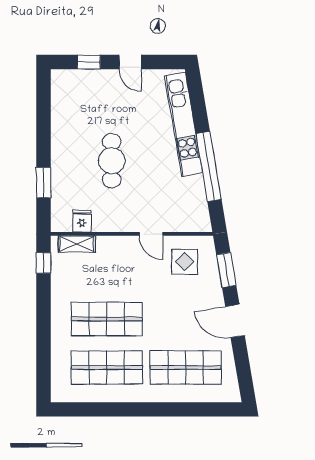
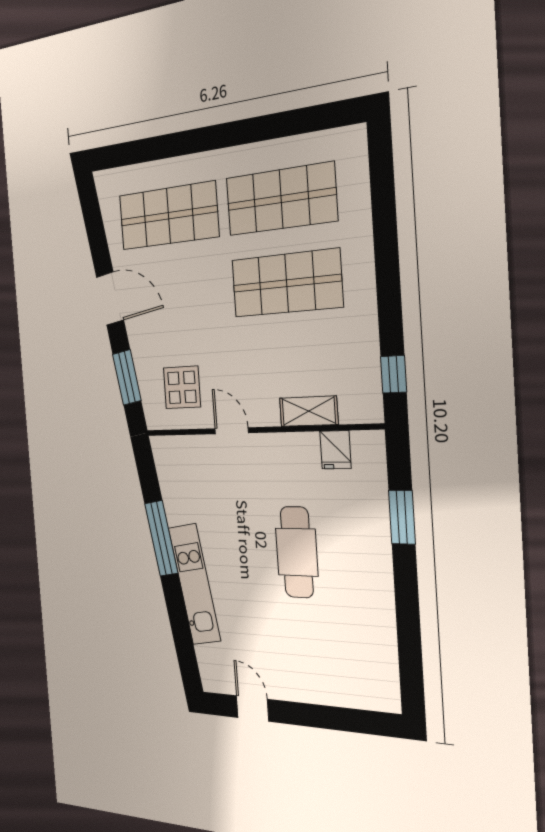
window: (89, 62) -> (342, 719), removed
door: (130, 62) -> (253, 708), moved
kitchen unit: (184, 124) -> (194, 584), width x0.73
window: (209, 166) -> (161, 538), width x0.68
shelving: (77, 244) -> (309, 411), moved

